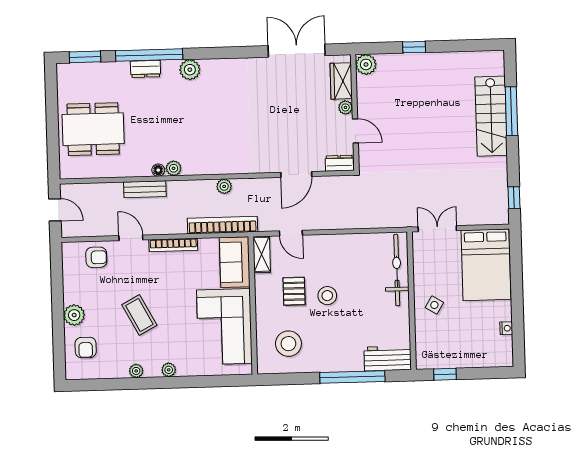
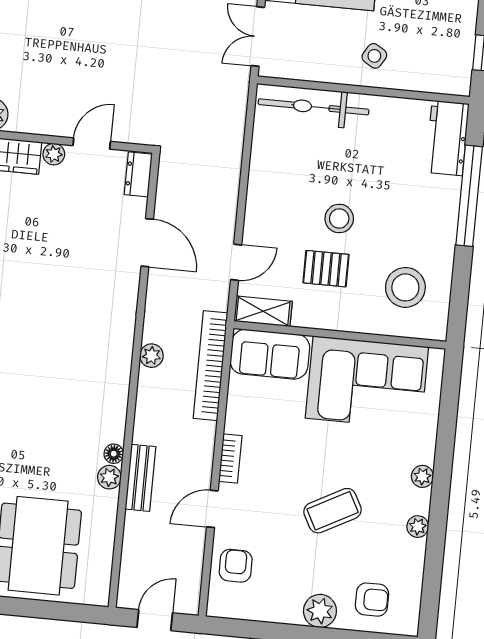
plant: (174, 168) -> (109, 477), moved
bookcase: (173, 245) -> (230, 458), width x0.64

